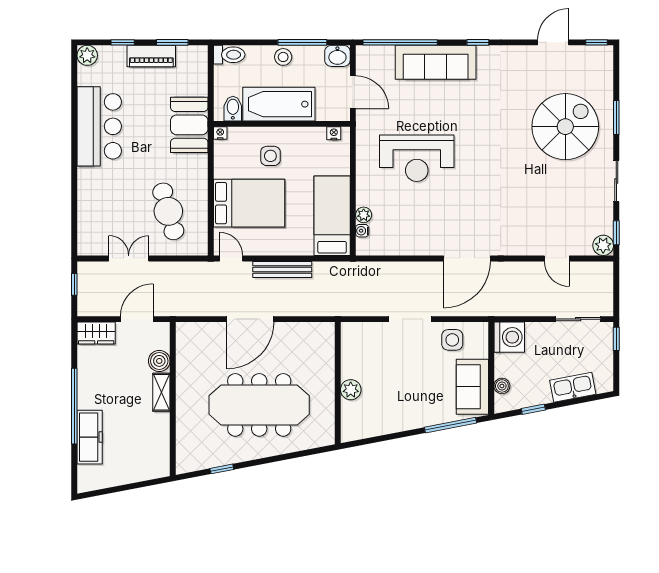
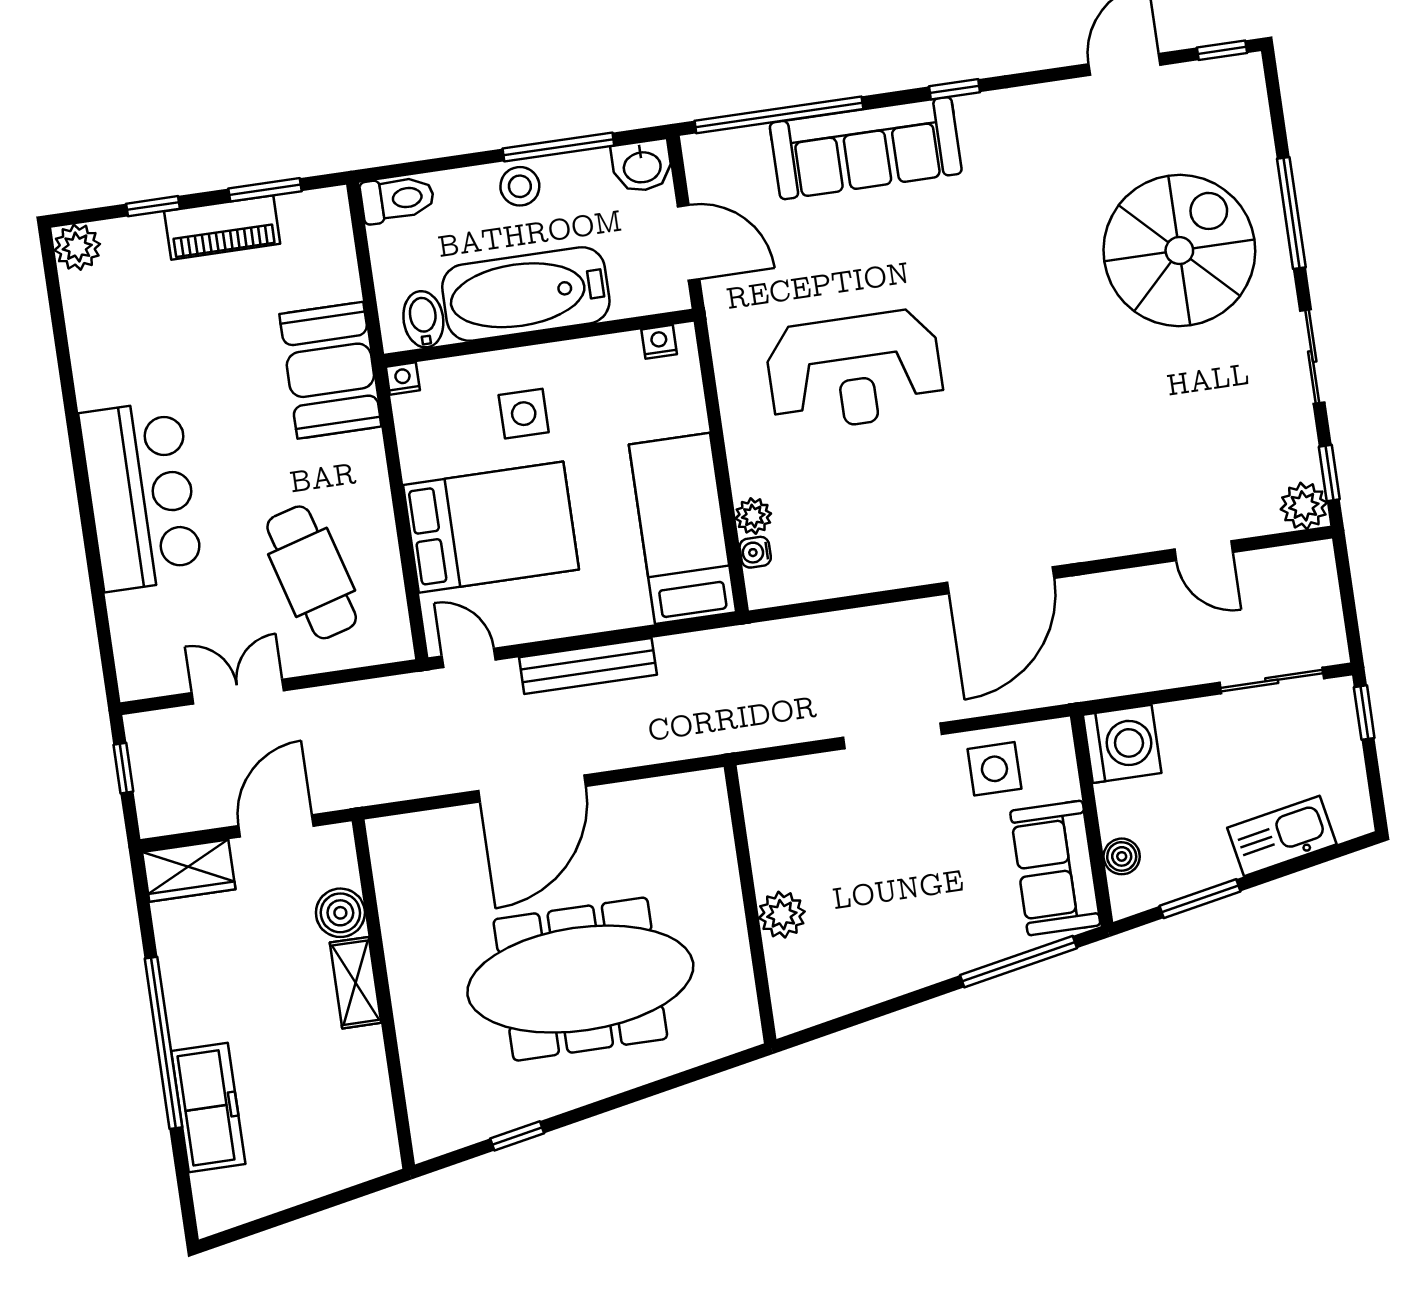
window: (616, 117) -> (1291, 213), width x1.44
bar counter: (99, 126) -> (141, 496), moved
window: (533, 409) -> (1200, 899), width x1.50

